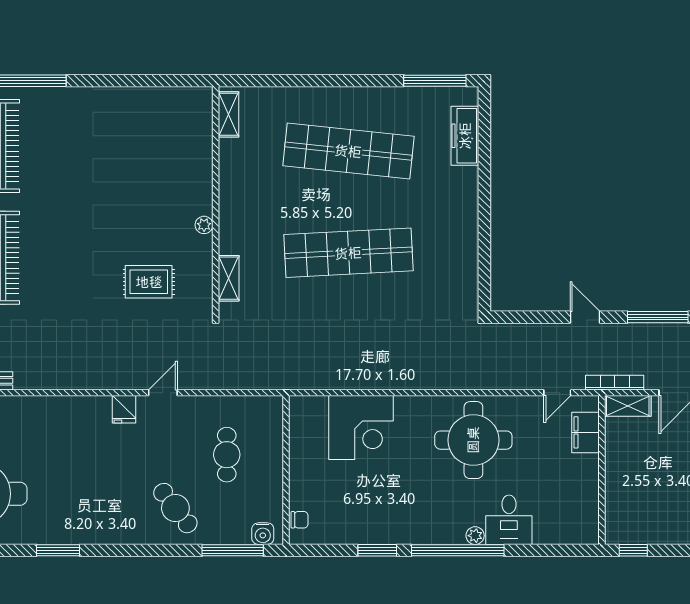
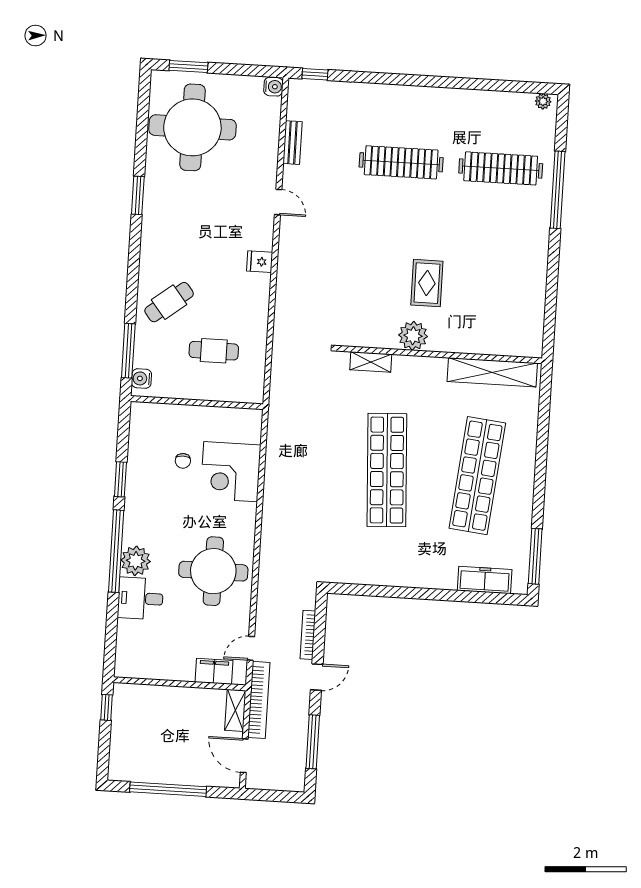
shelving: (228, 114) -> (492, 372), width x2.20, depth x1.33
plant: (204, 225) -> (413, 336), width x1.87, depth x1.87
rug: (149, 282) -> (427, 283), moved
bookcase: (538, 330) -> (308, 635), added
bookcase: (615, 383) -> (259, 700), width x1.48, depth x1.31
door: (163, 393) -> (278, 202), moved
door: (557, 393) -> (251, 648), hinge flipped
chair: (300, 520) -> (183, 461), moved
plant: (475, 536) -> (136, 561), width x1.88, depth x1.88

